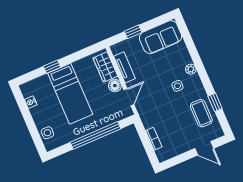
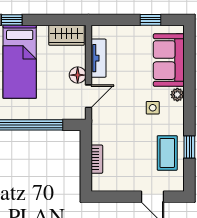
window: (133, 32) -> (151, 20), moved
sofa: (161, 37) -> (169, 60), moved, turned 90
wardrobe: (105, 67) -> (66, 35), moved, turned -90

